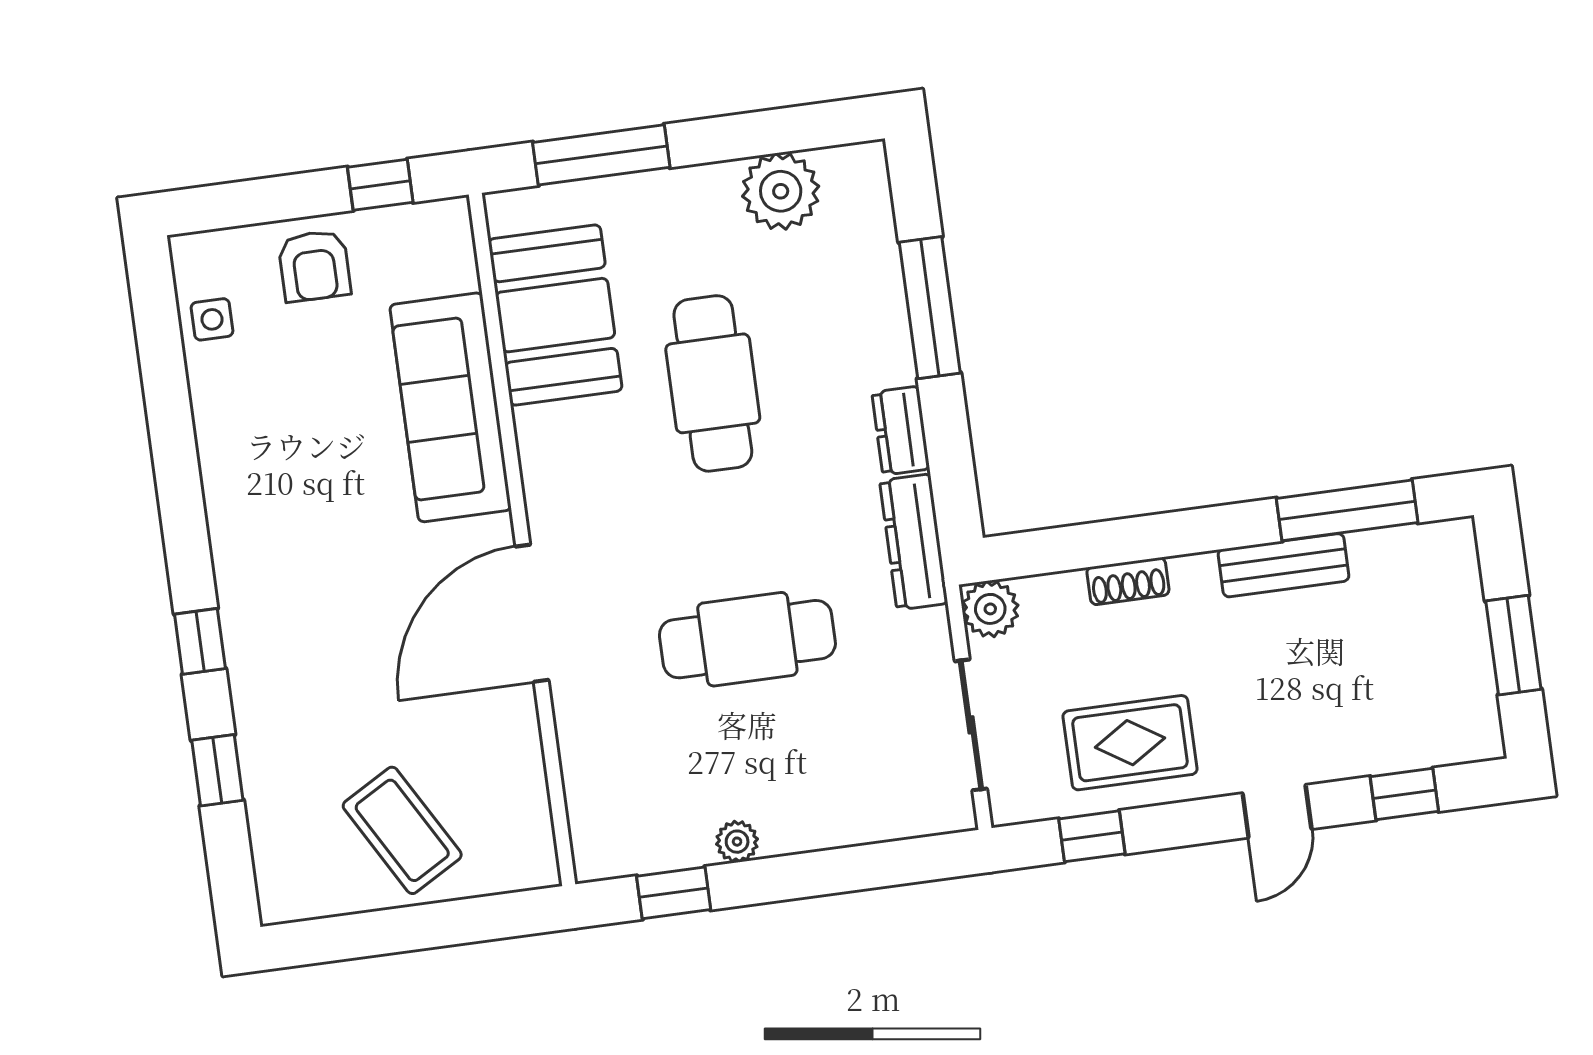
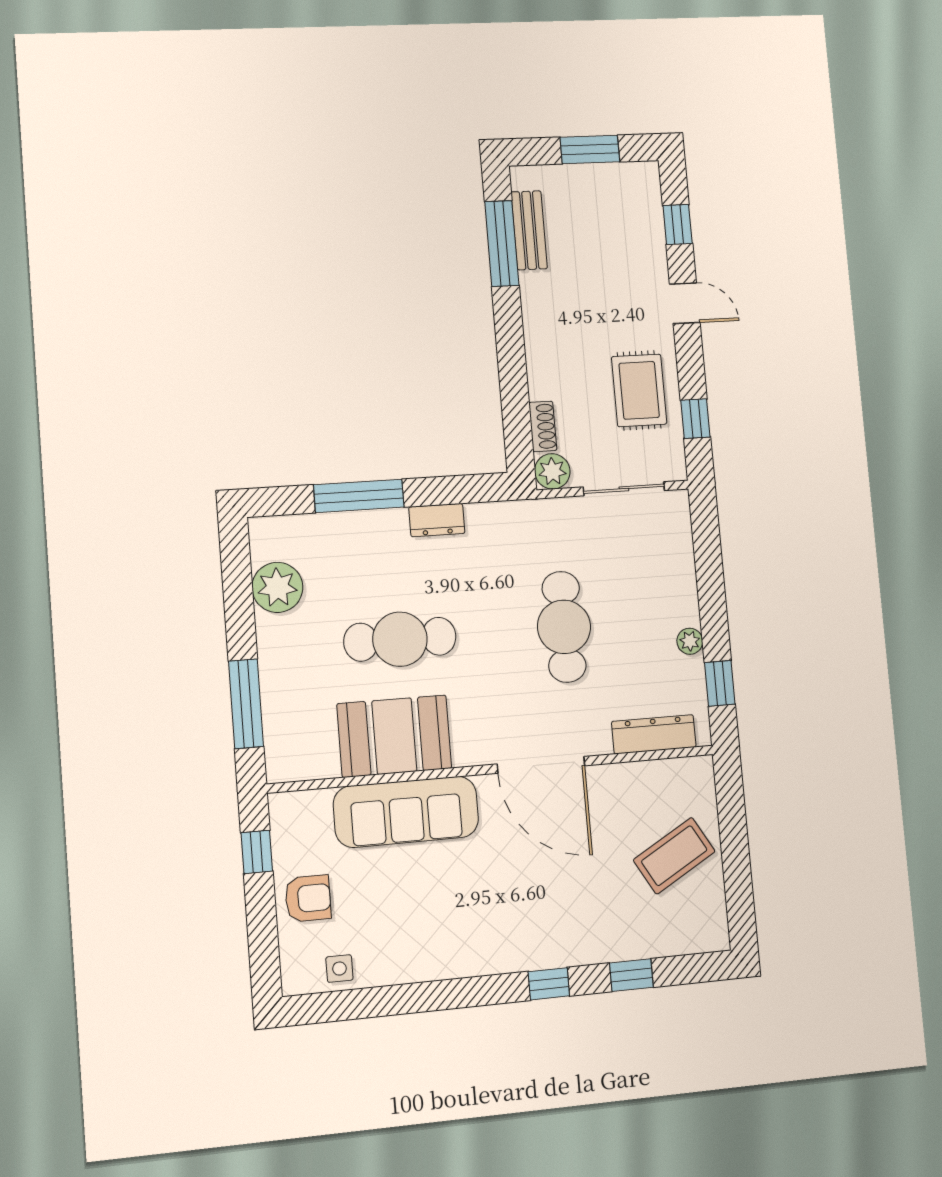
booth: (555, 315) -> (394, 736), moved
dresser: (914, 542) -> (654, 734), moved, turned 180
bench: (1284, 565) -> (529, 230), moved
shoe rack: (1128, 581) -> (543, 426), moved

